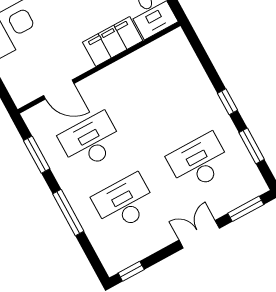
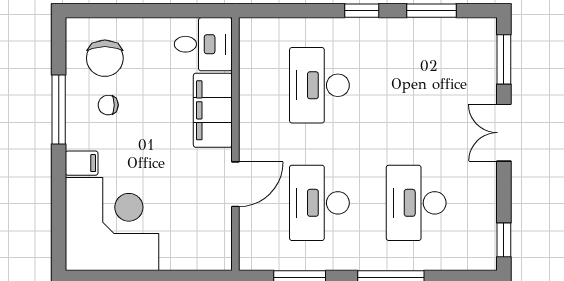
door: (59, 90) -> (235, 184), moved
desk: (199, 162) -> (319, 85), moved

